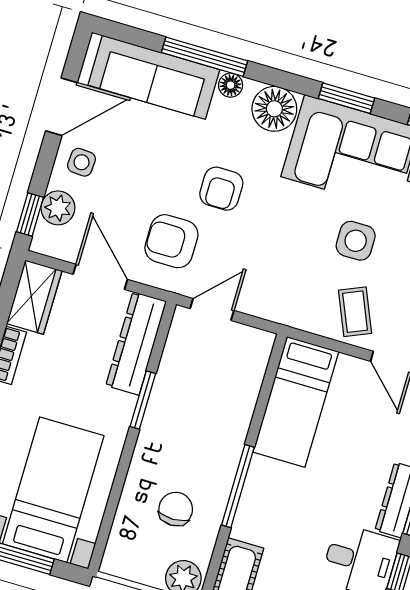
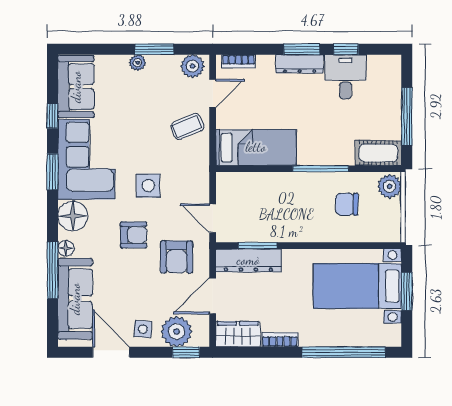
plant: (58, 208) -> (176, 332), width x1.36, depth x1.36
side table: (356, 241) -> (148, 186), moved
window: (143, 400) -> (258, 246), moved

